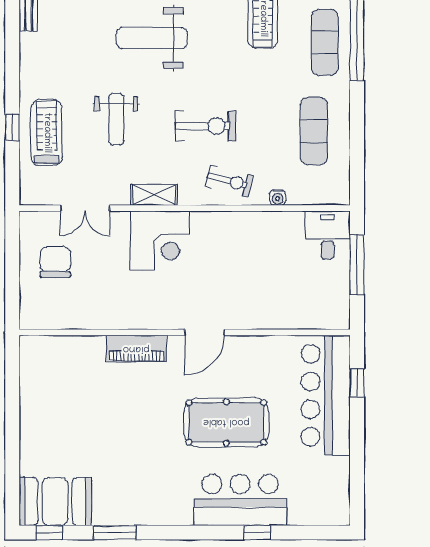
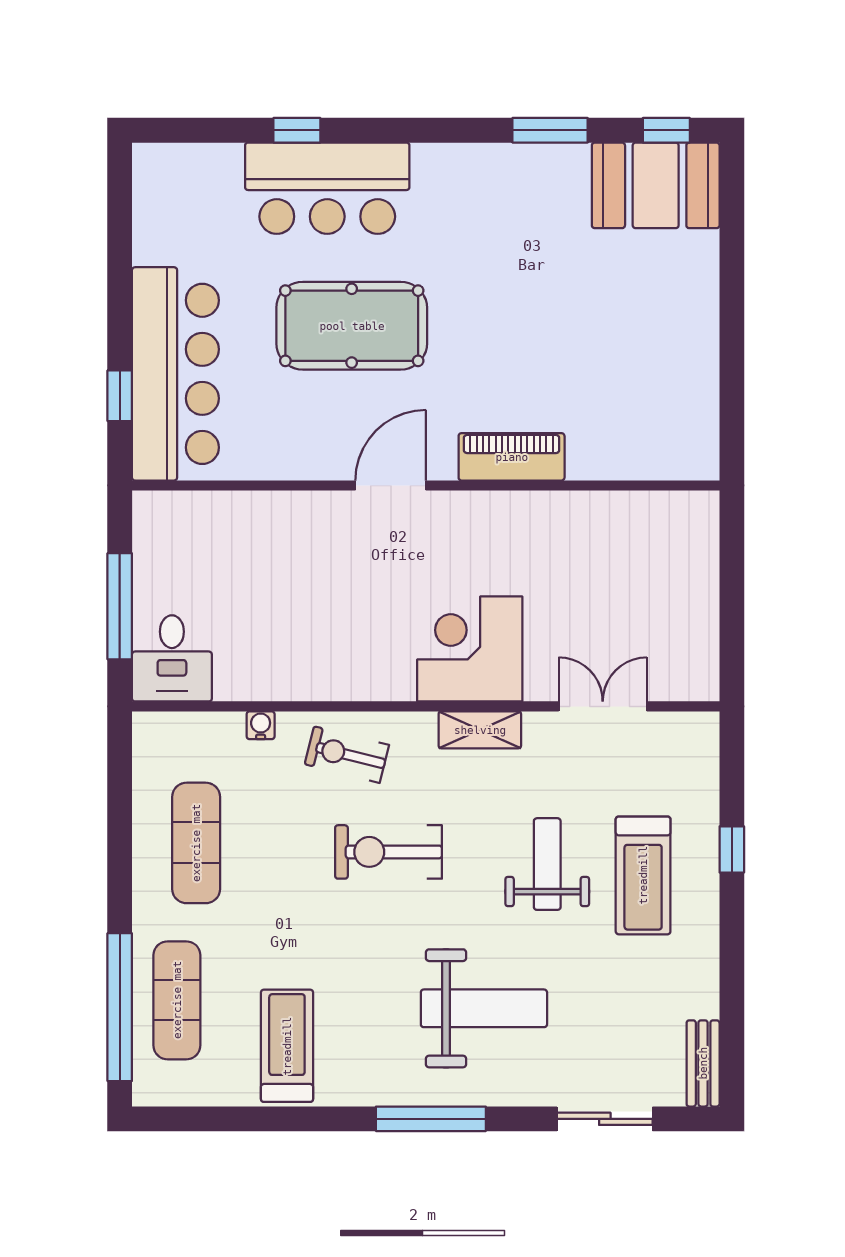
treadmill: (47, 133) -> (643, 875), moved
chair: (55, 262) -> (655, 610), removed

